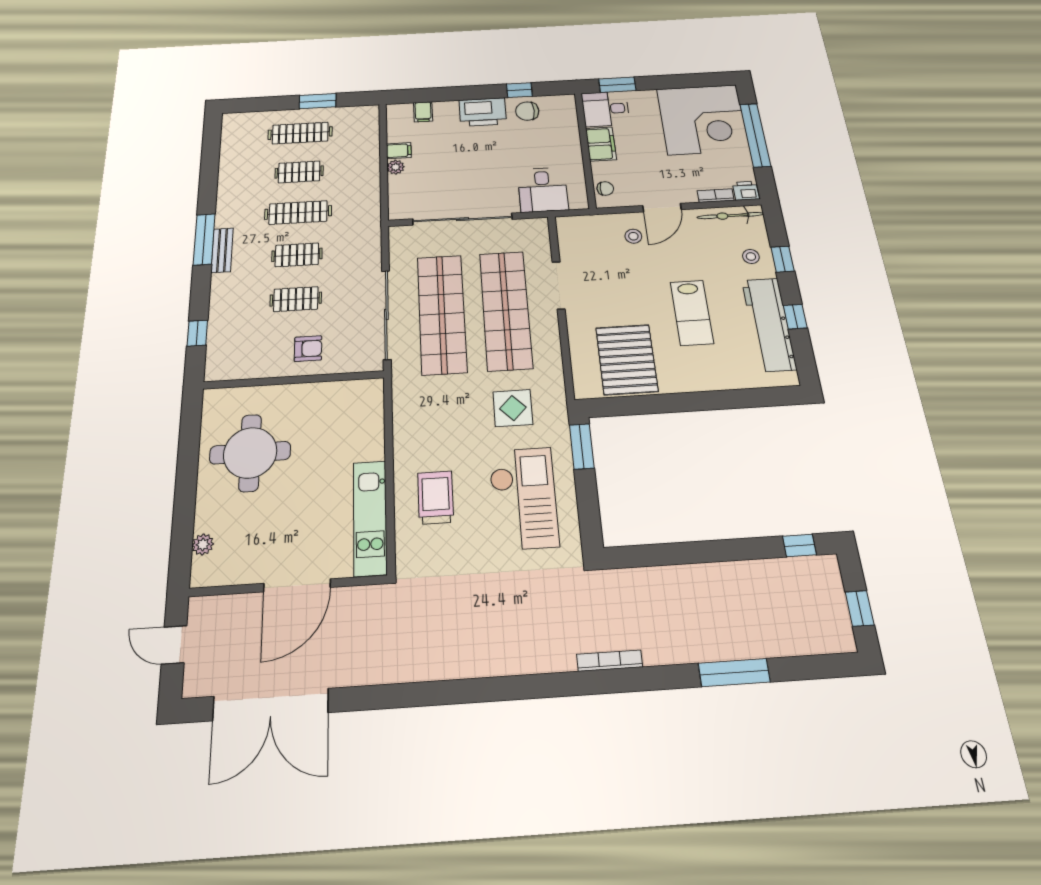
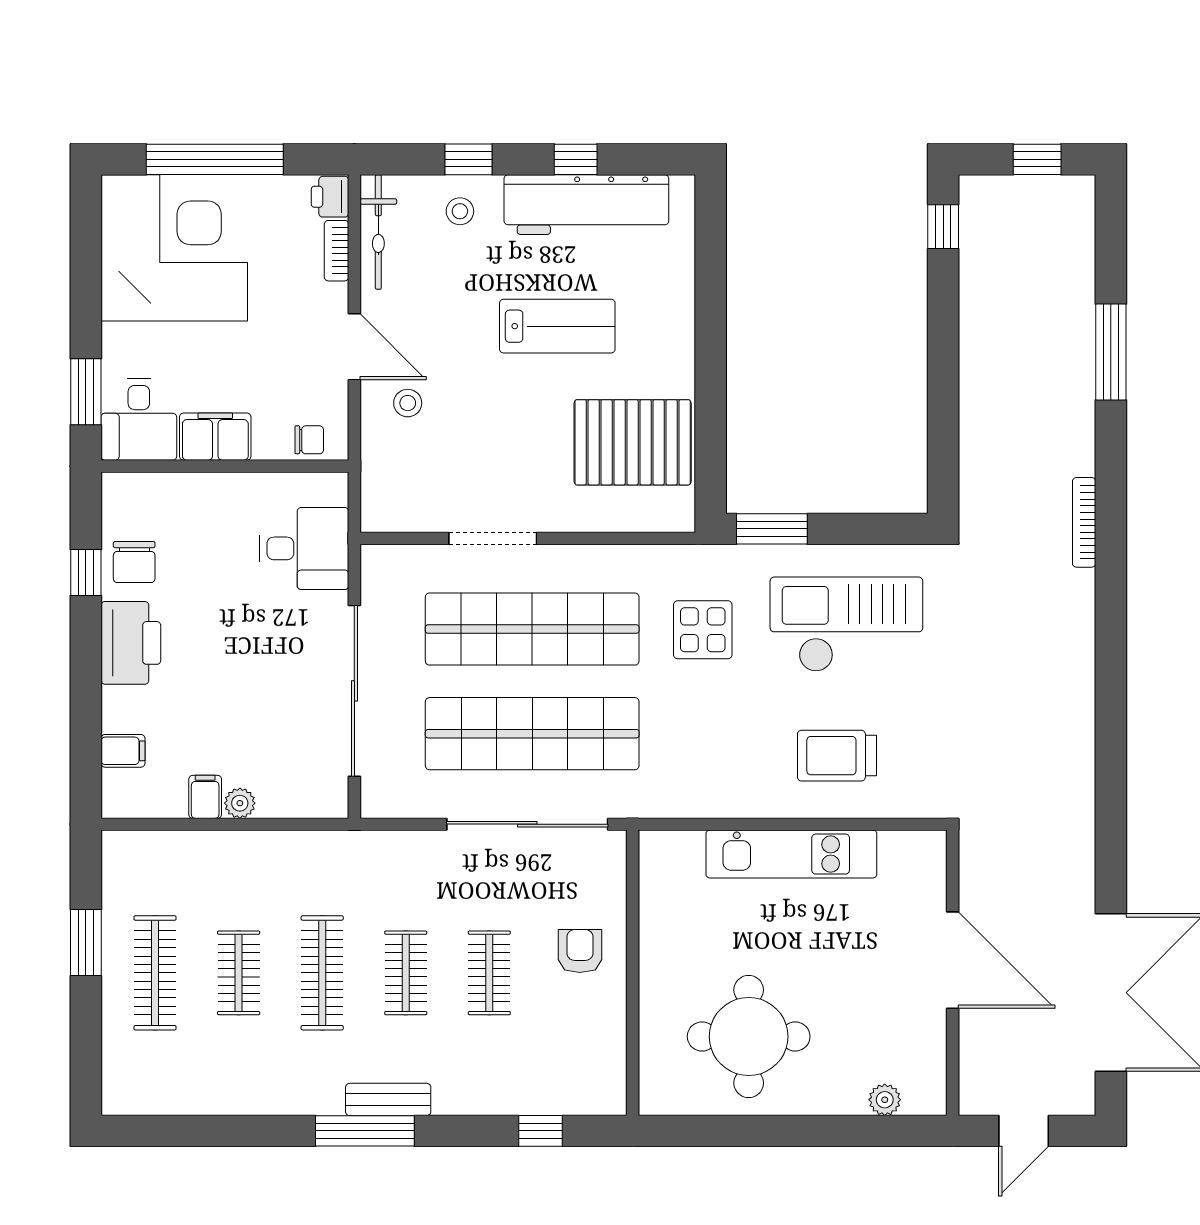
chair: (605, 188) -> (309, 440), turned 90
kitchen unit: (370, 518) -> (791, 854), moved

